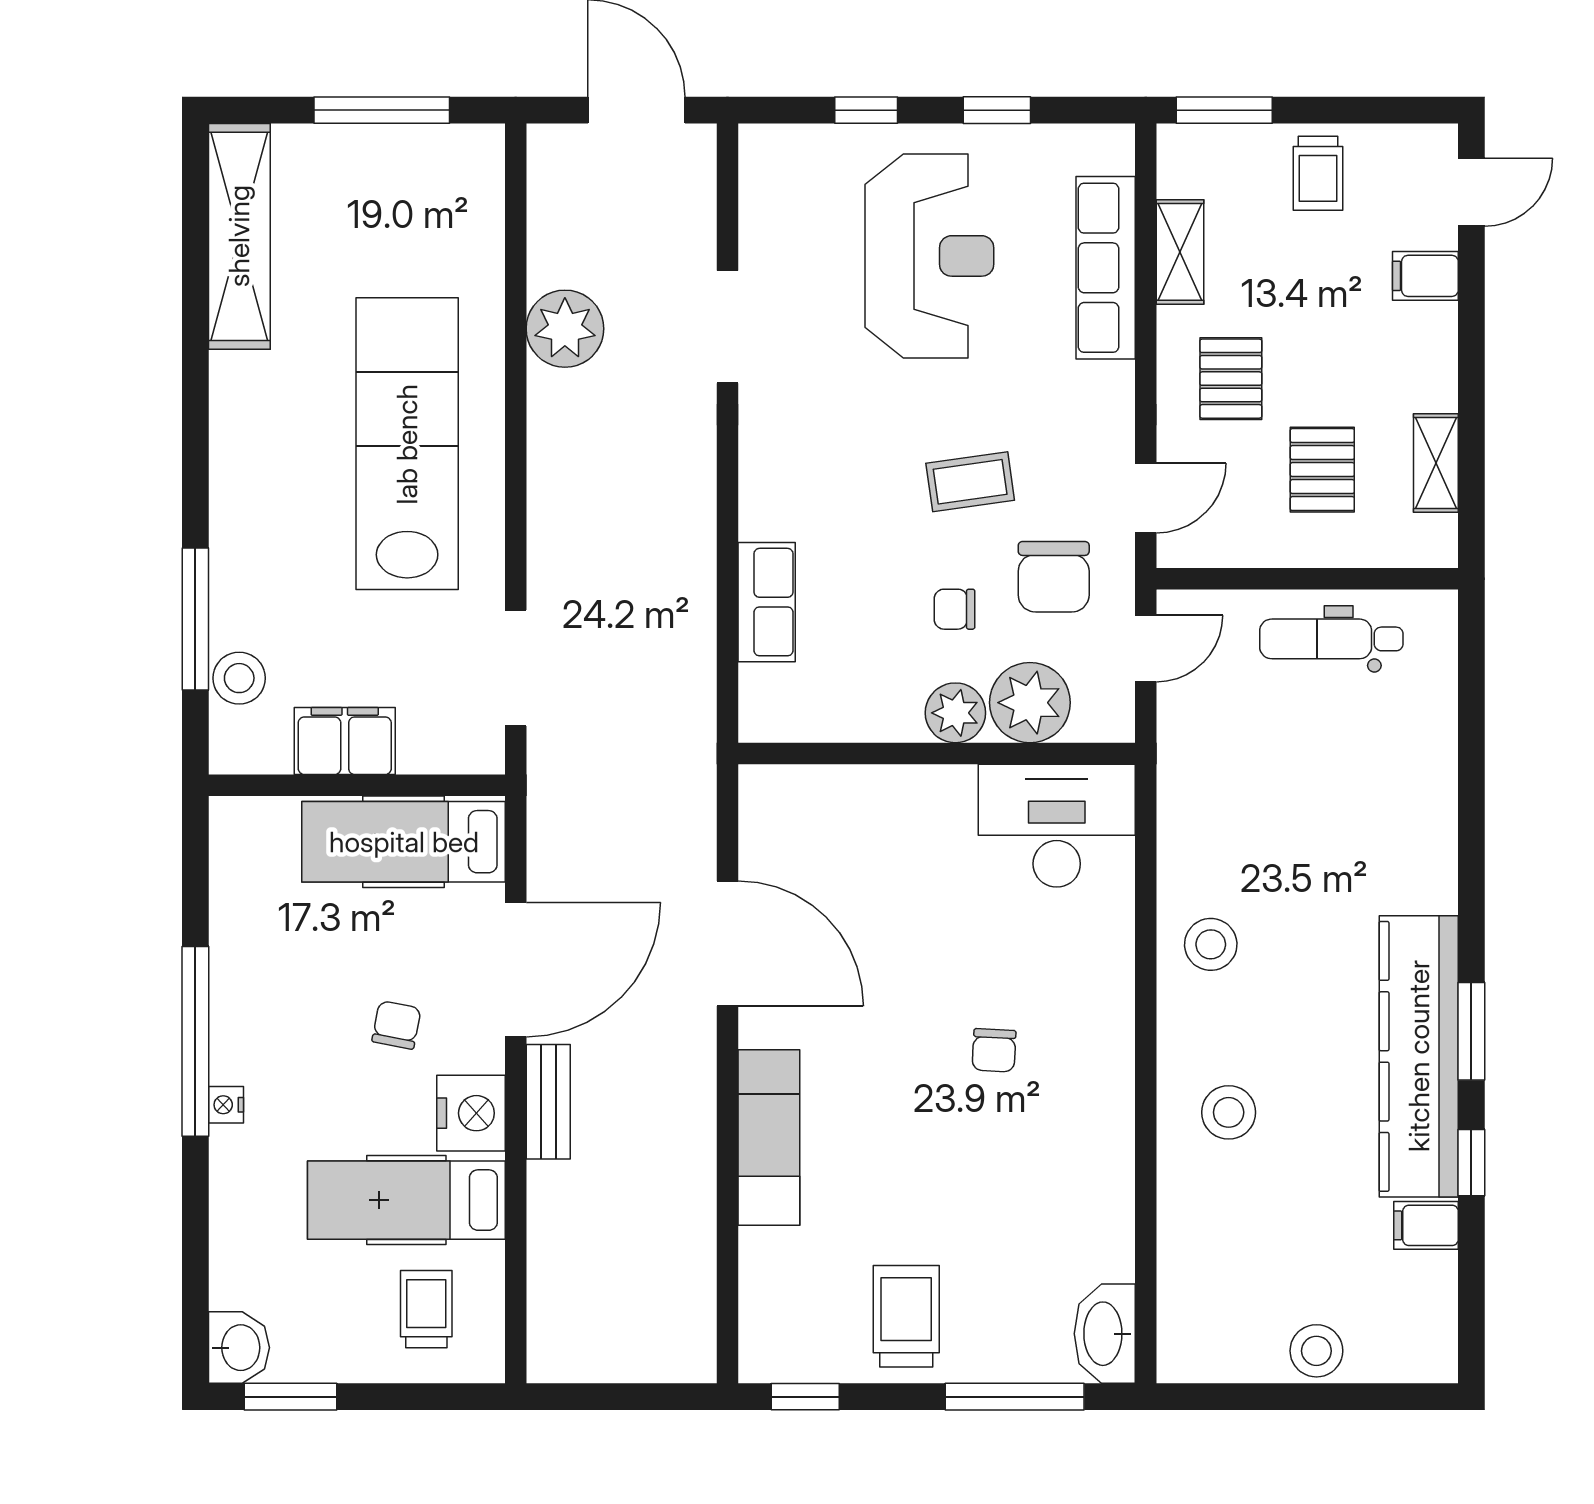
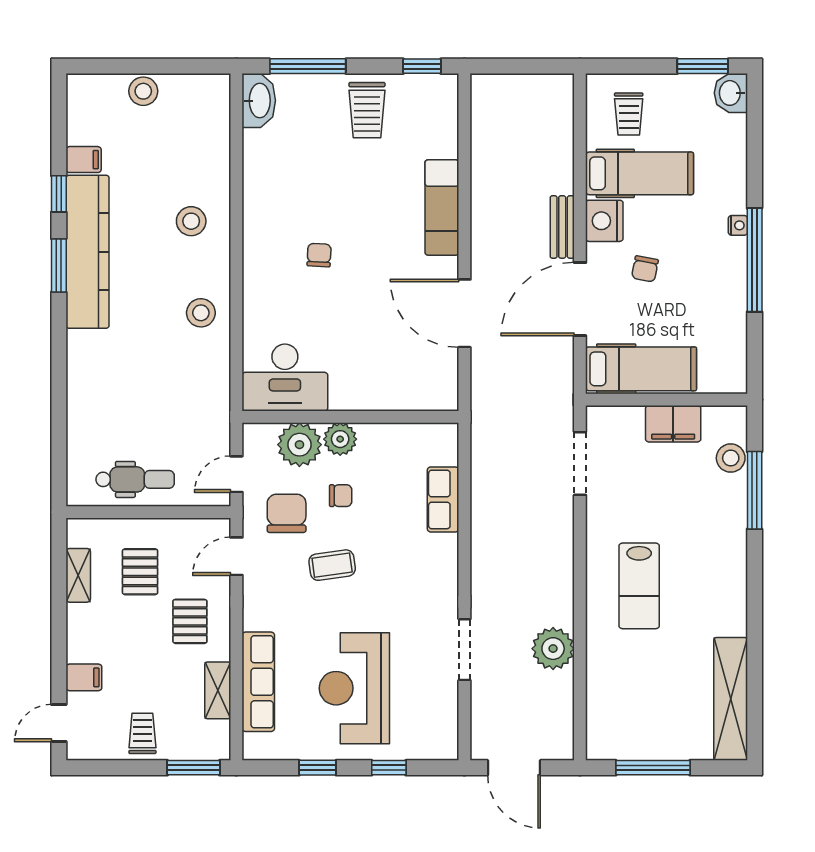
lab bench: (407, 444) -> (639, 586), width x0.54, depth x0.72

